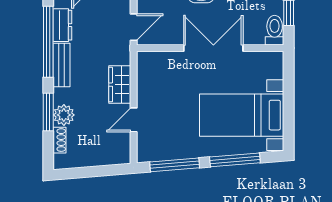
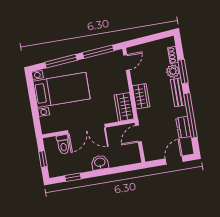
toilet: (275, 30) -> (63, 144), moved
bench: (62, 65) -> (178, 92), moved
wardrobe: (149, 72) -> (124, 107), added
door: (134, 120) -> (126, 62), moved

